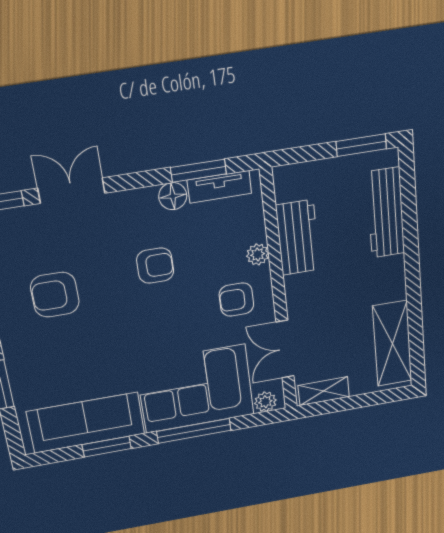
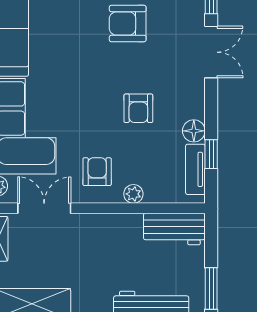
window: (198, 171) -> (211, 154), width x0.67
workbench: (298, 238) -> (174, 229), moved
armchair: (55, 295) -> (128, 24), turned -90

